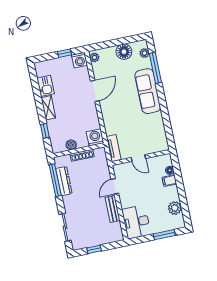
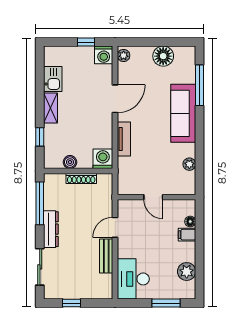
plant: (145, 53) -> (189, 164), moved
tv unit: (114, 148) -> (124, 139), moved
dresser: (64, 181) -> (51, 229), moved

